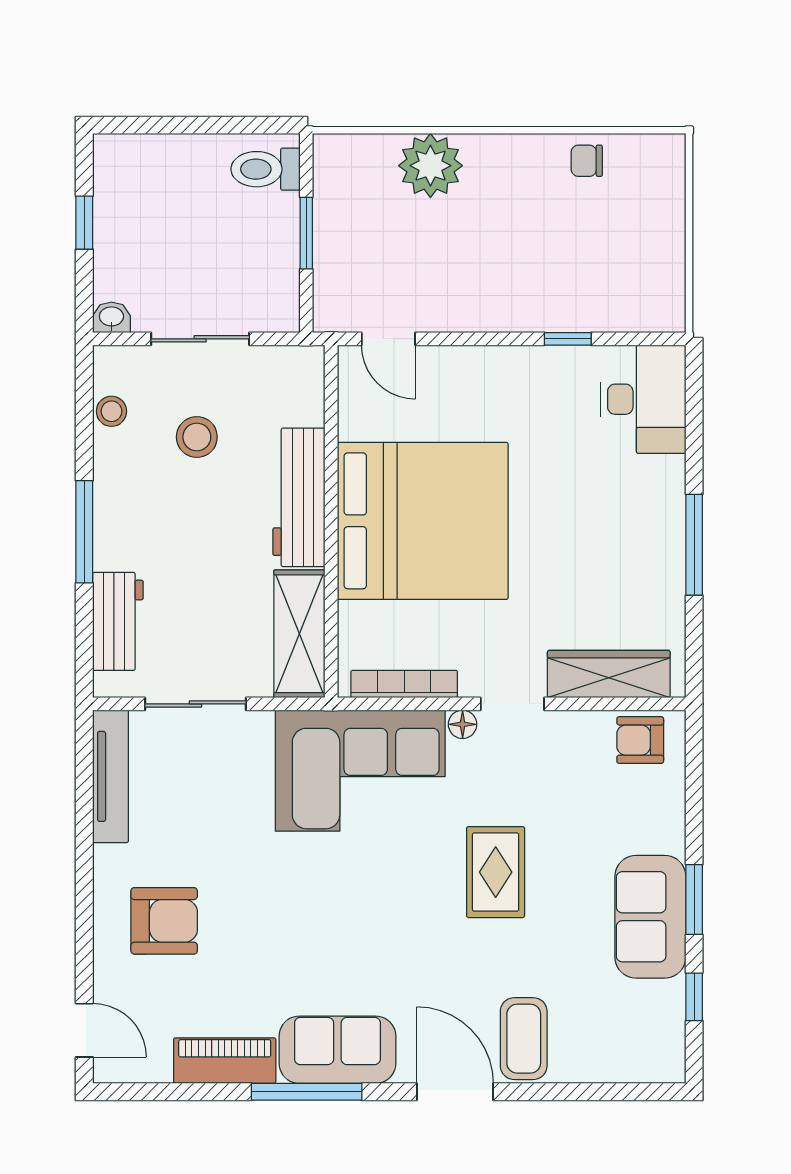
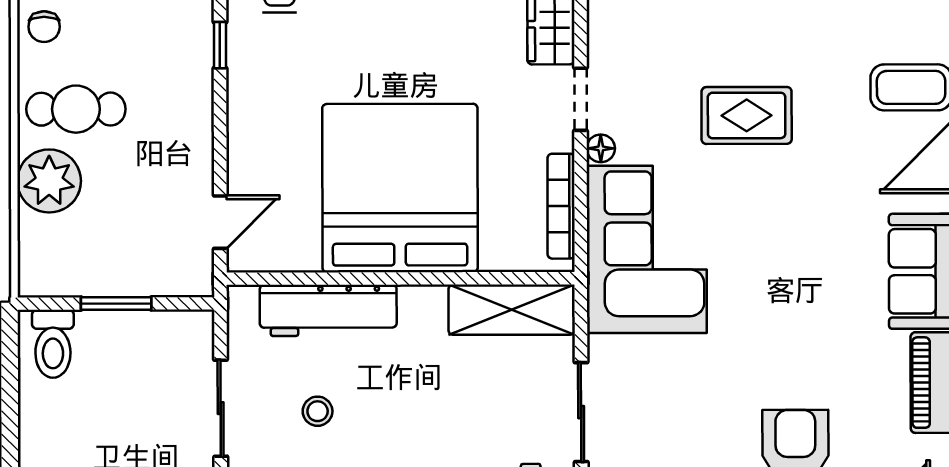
cafe table: (503, 193) -> (76, 109), added
stool: (197, 437) -> (318, 411), width x0.73, depth x0.73
workbench: (299, 497) -> (328, 310), moved

